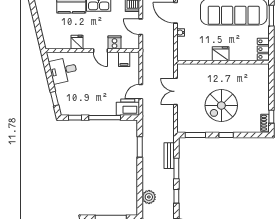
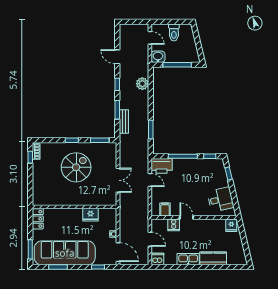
fridge: (77, 42) -> (231, 225), moved
fridge: (221, 54) -> (90, 215), moved
door: (141, 92) -> (150, 180), hinge flipped

